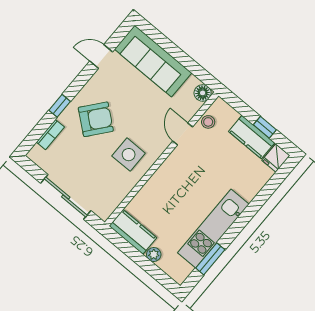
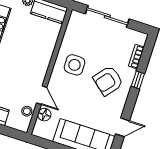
floor lamp: (203, 93) -> (44, 115), moved

